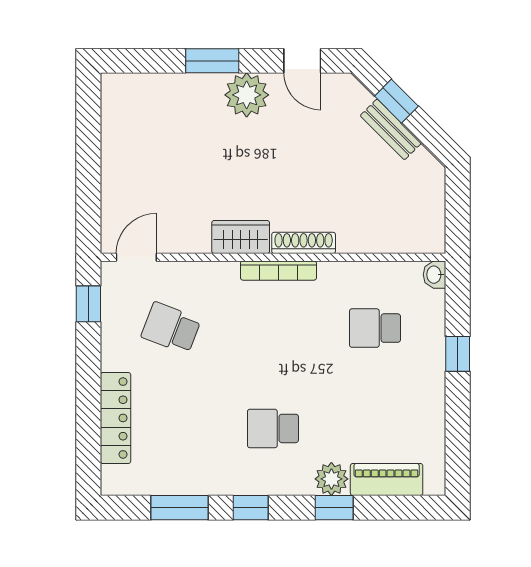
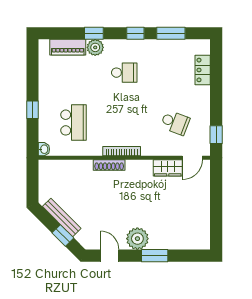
bench: (391, 129) -> (62, 217), width x1.36
wardrobe: (241, 237) -> (168, 168), moved
school desk: (375, 328) -> (74, 123), width x1.85
locker: (115, 418) -> (203, 70), width x0.66

